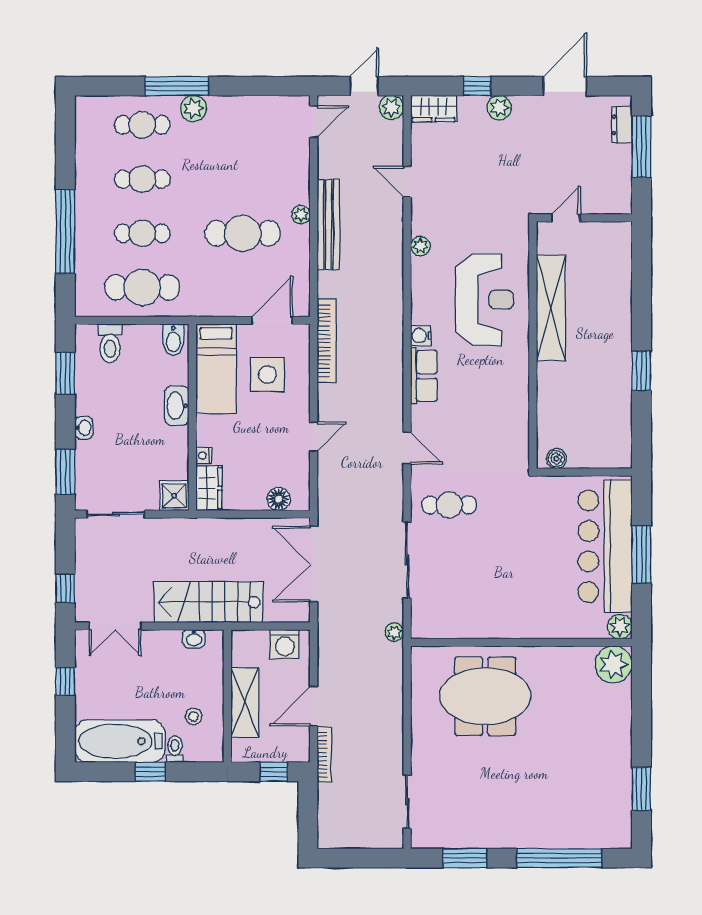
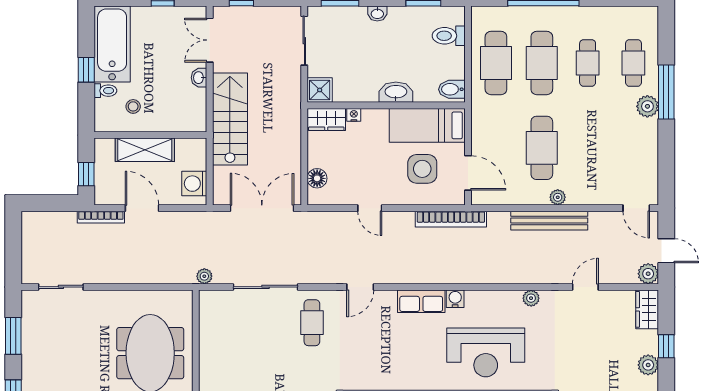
cafe table: (142, 233) -> (542, 63), width x1.37, depth x1.35
washbasin: (194, 639) -> (199, 78), moved

